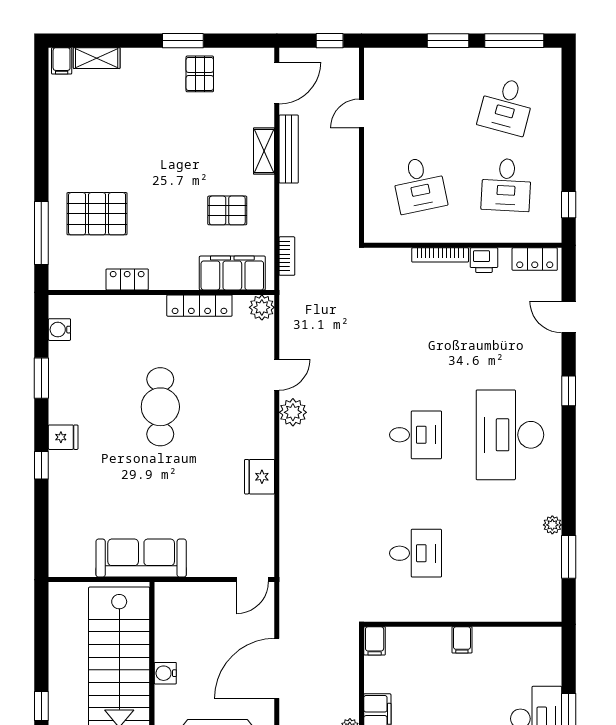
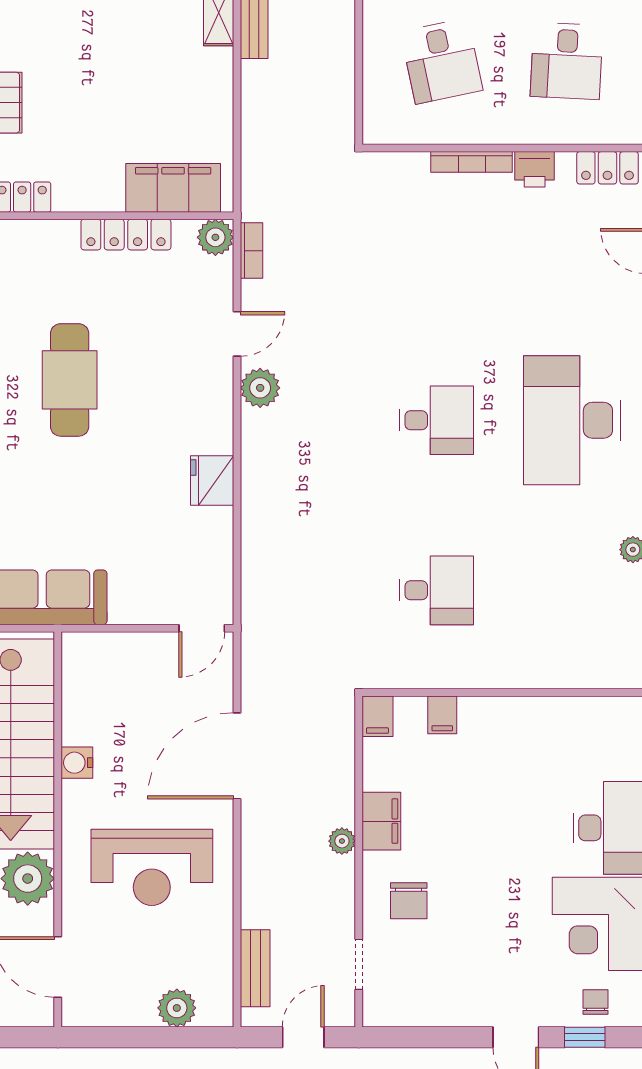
pallet: (227, 210) -> (166, 98), removed
bookcase: (287, 256) -> (252, 251), moved
filing cabinet: (462, 640) -> (442, 715), moved

